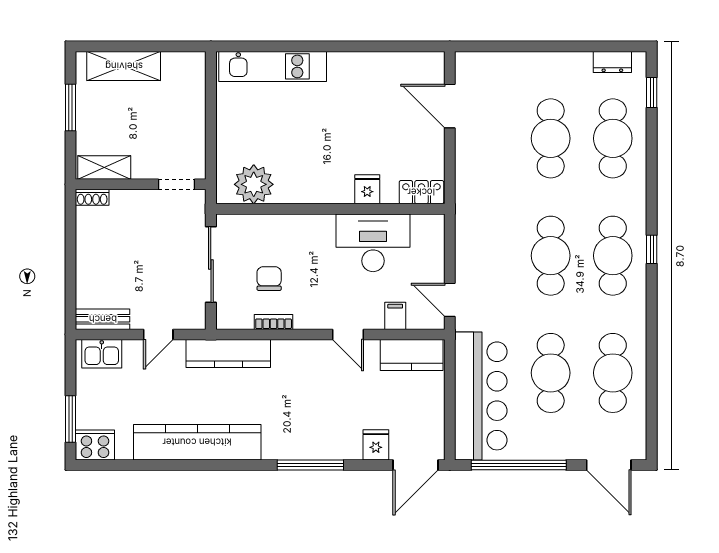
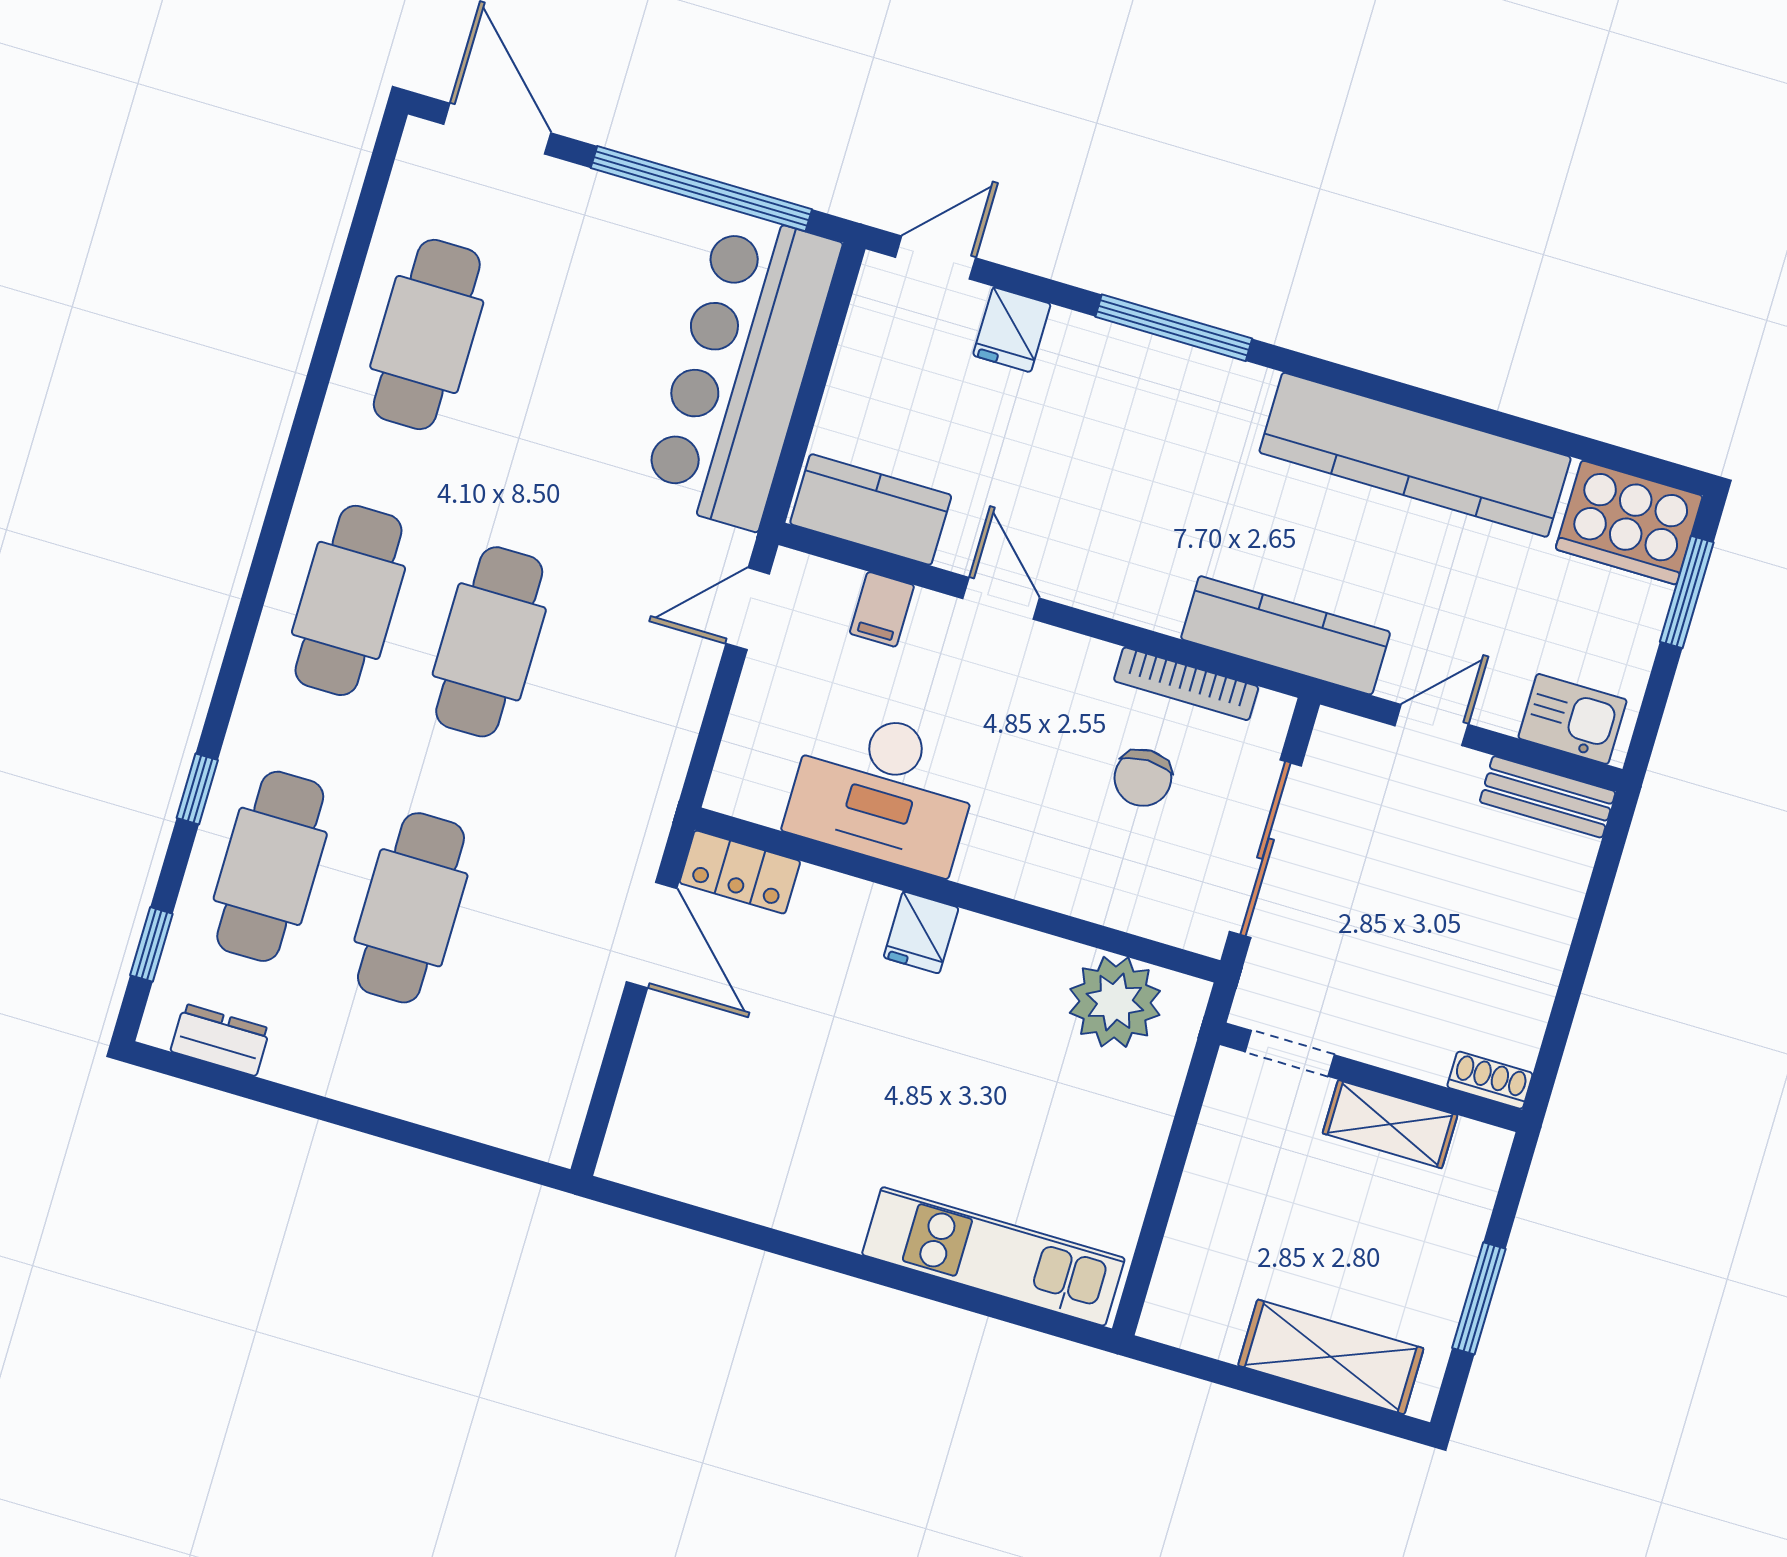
door: (450, 106) -> (652, 935), moved
shelving: (104, 167) -> (1390, 1124), moved
fridge: (367, 189) -> (921, 933), moved
window: (652, 249) -> (197, 789), moved
door: (450, 300) -> (748, 609), swing flipped
bookcase: (274, 322) -> (1186, 684), width x1.56
cafe table: (551, 373) -> (567, 376), removed
cooker: (95, 445) -> (1629, 523), width x1.37, depth x1.31
door: (415, 465) -> (936, 258), width x0.73

